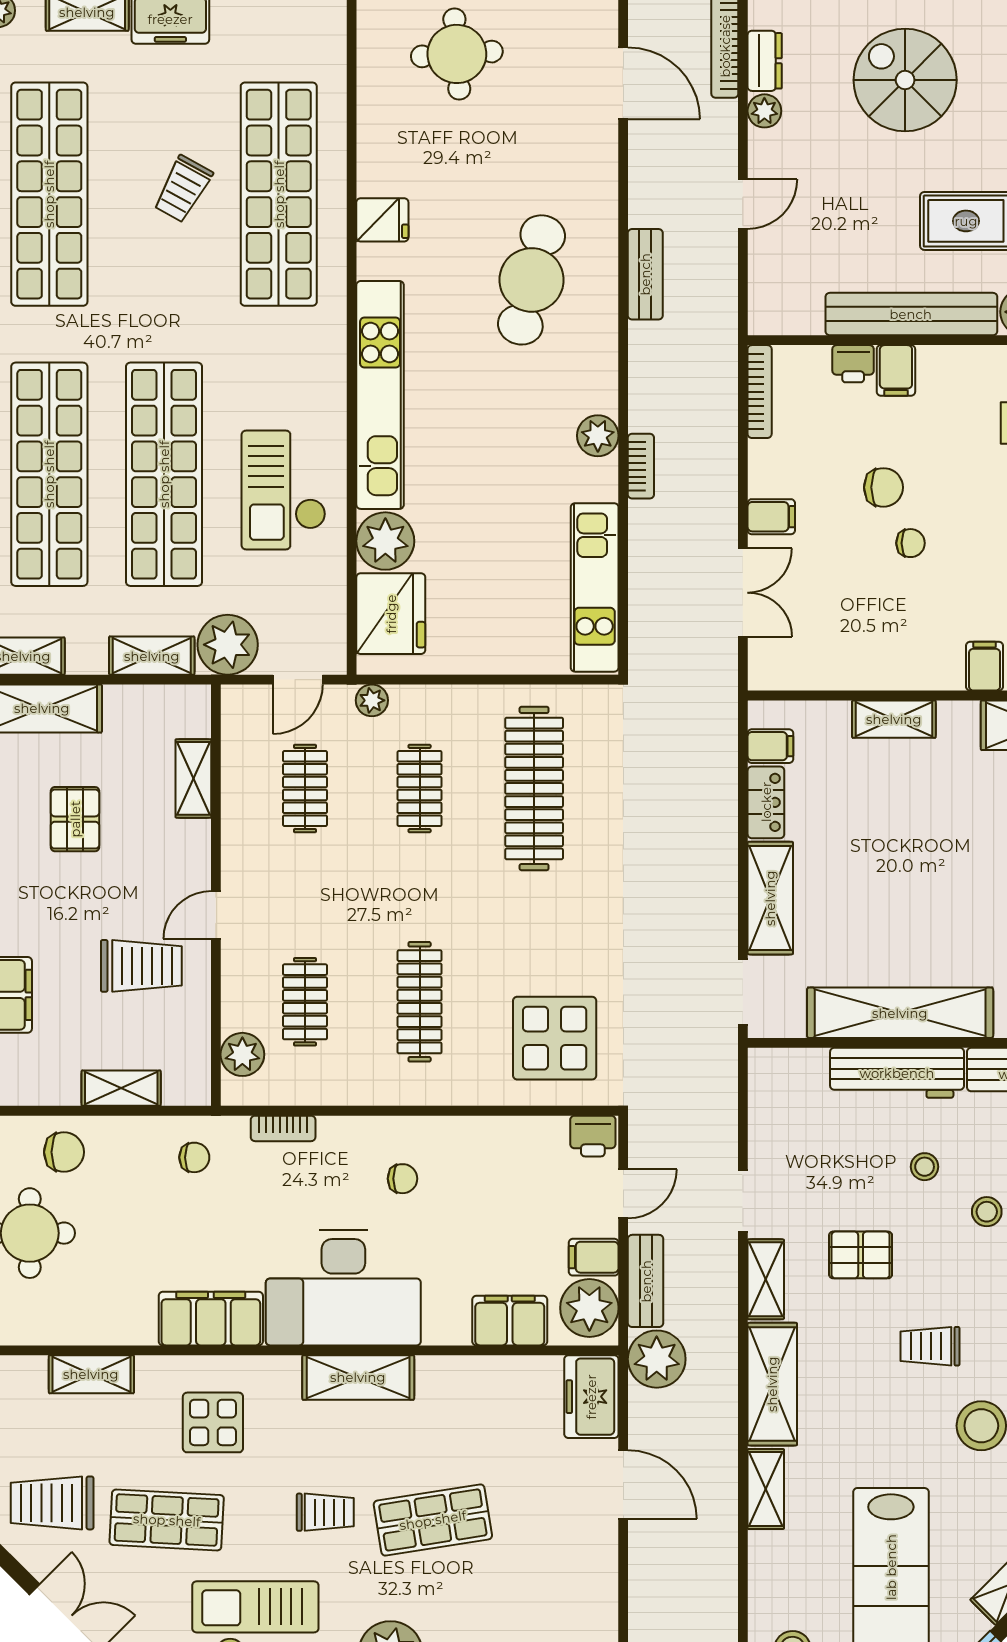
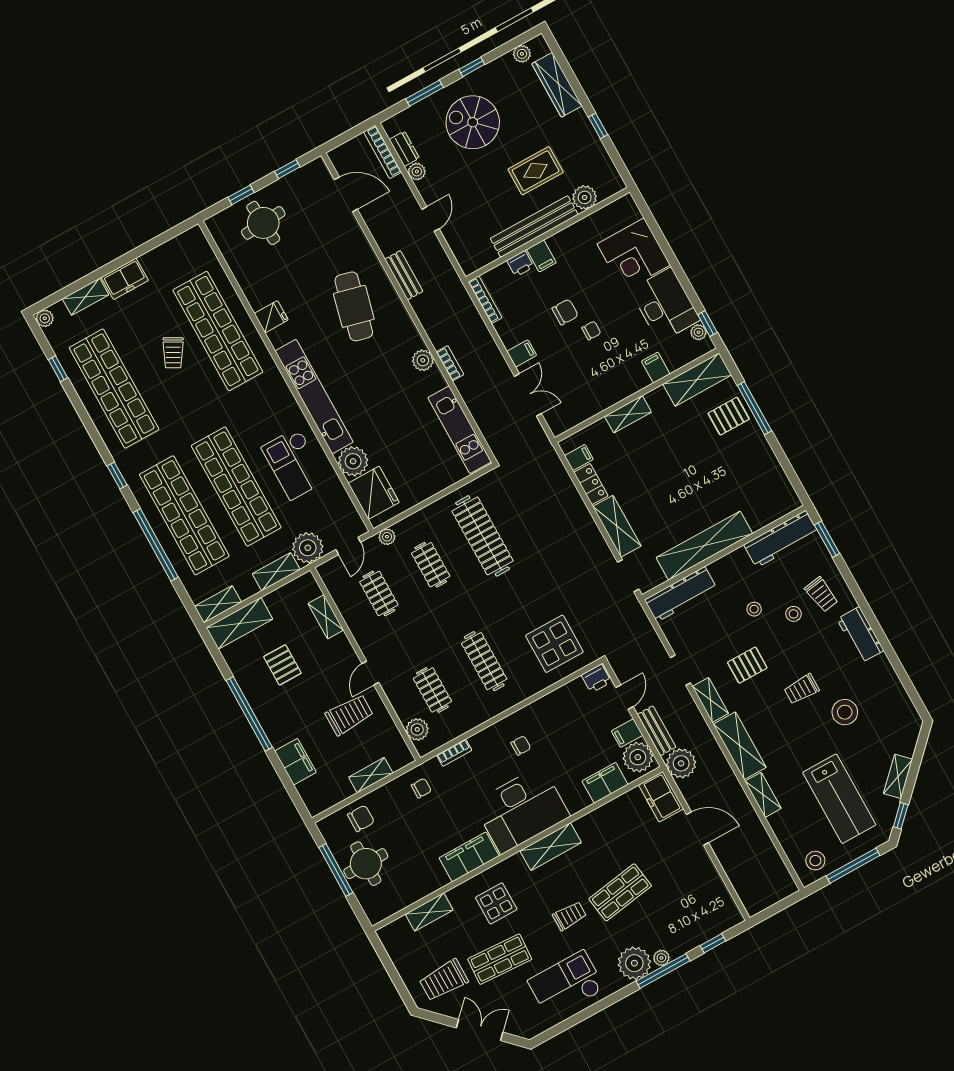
workbench: (897, 1073) -> (681, 594), moved

